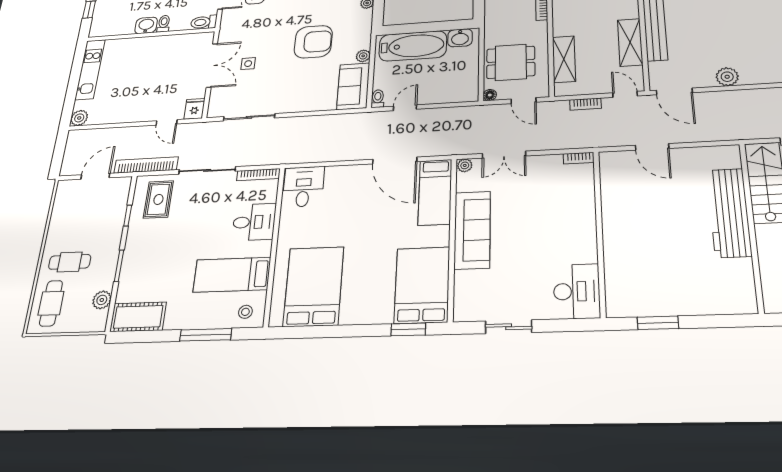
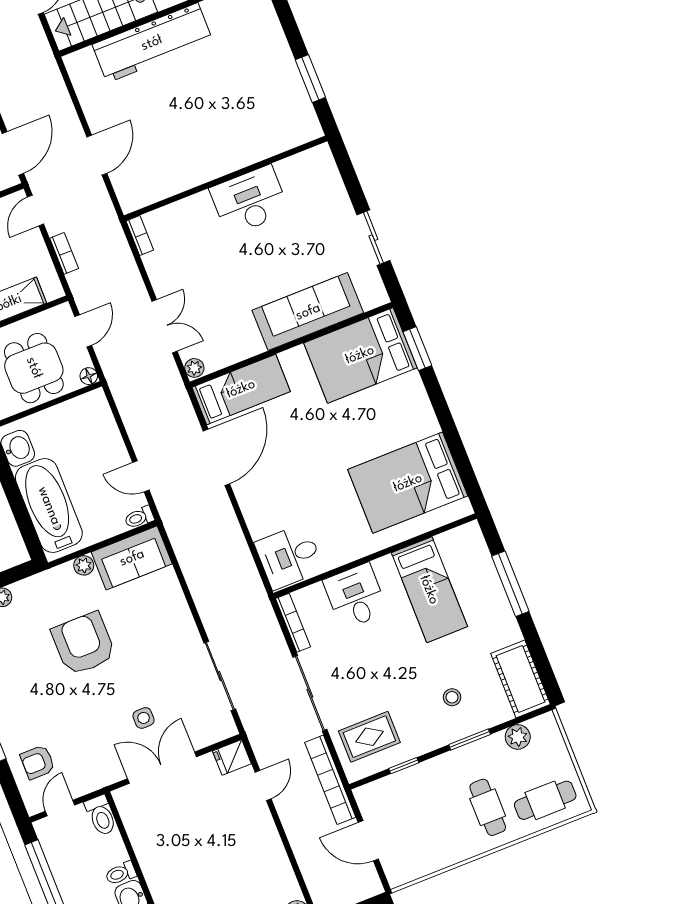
sofa: (472, 230) -> (308, 312), moved
desk: (577, 291) -> (249, 200), moved
stool: (245, 312) -> (452, 697), moved

